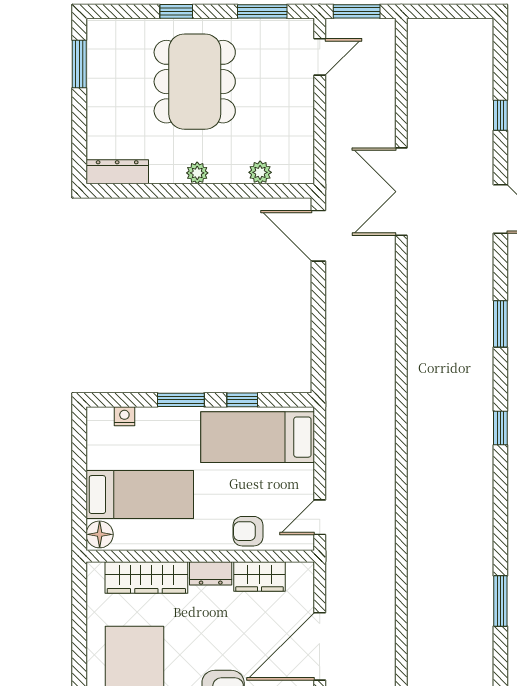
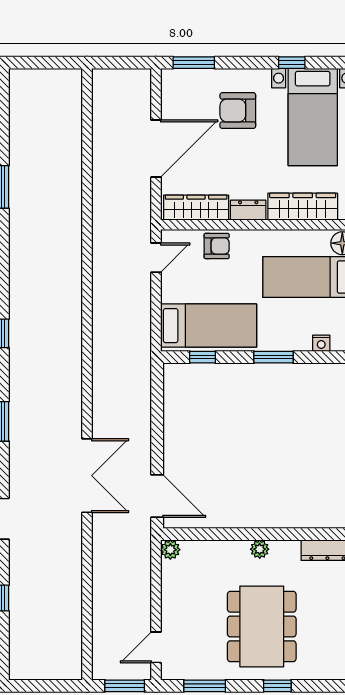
plant: (260, 172) -> (170, 550), moved
double door: (401, 192) -> (87, 476), moved
window: (242, 400) -> (202, 357), moved
wardrobe: (260, 576) -> (196, 208), width x1.50

